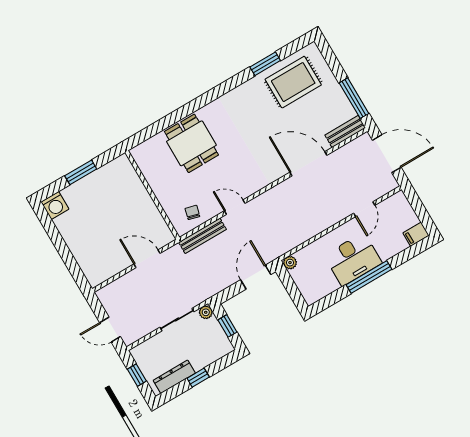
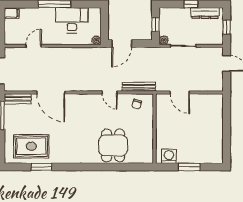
washing machine: (55, 205) -> (169, 156), moved
desk: (353, 259) -> (72, 20), moved

